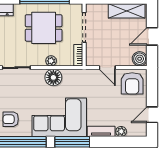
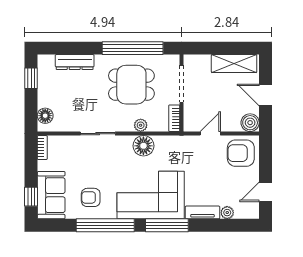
door: (152, 36) -> (265, 95), hinge flipped
door: (107, 68) -> (210, 134), swing flipped
armchair: (132, 83) -> (241, 153), turned 90

